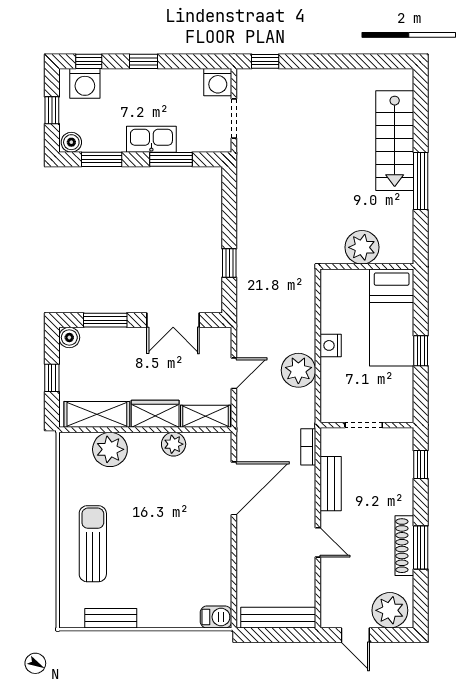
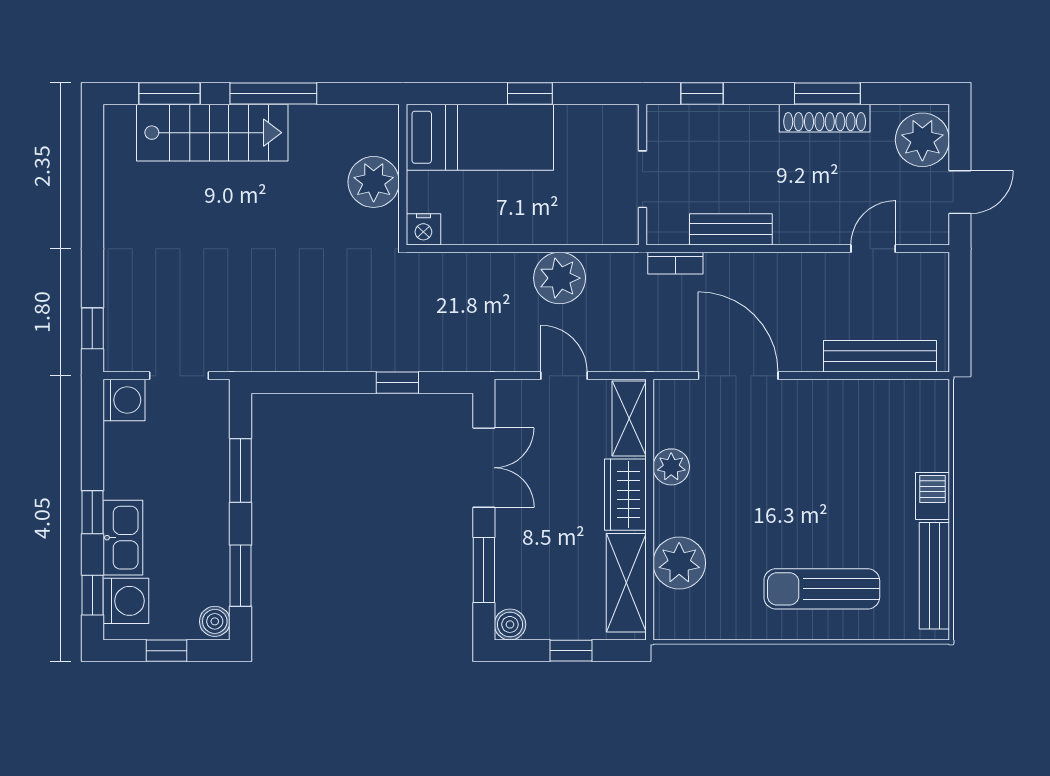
window: (421, 112) -> (169, 94), added
kitchen sink: (151, 139) -> (123, 538), moved, turned 180
nightstand: (331, 345) -> (423, 229), moved
door: (318, 542) -> (873, 249), moved
barbecue: (216, 617) -> (933, 496), moved
bench: (111, 618) -> (934, 576), width x1.36
bench: (278, 618) -> (880, 356), moved, turned 90

